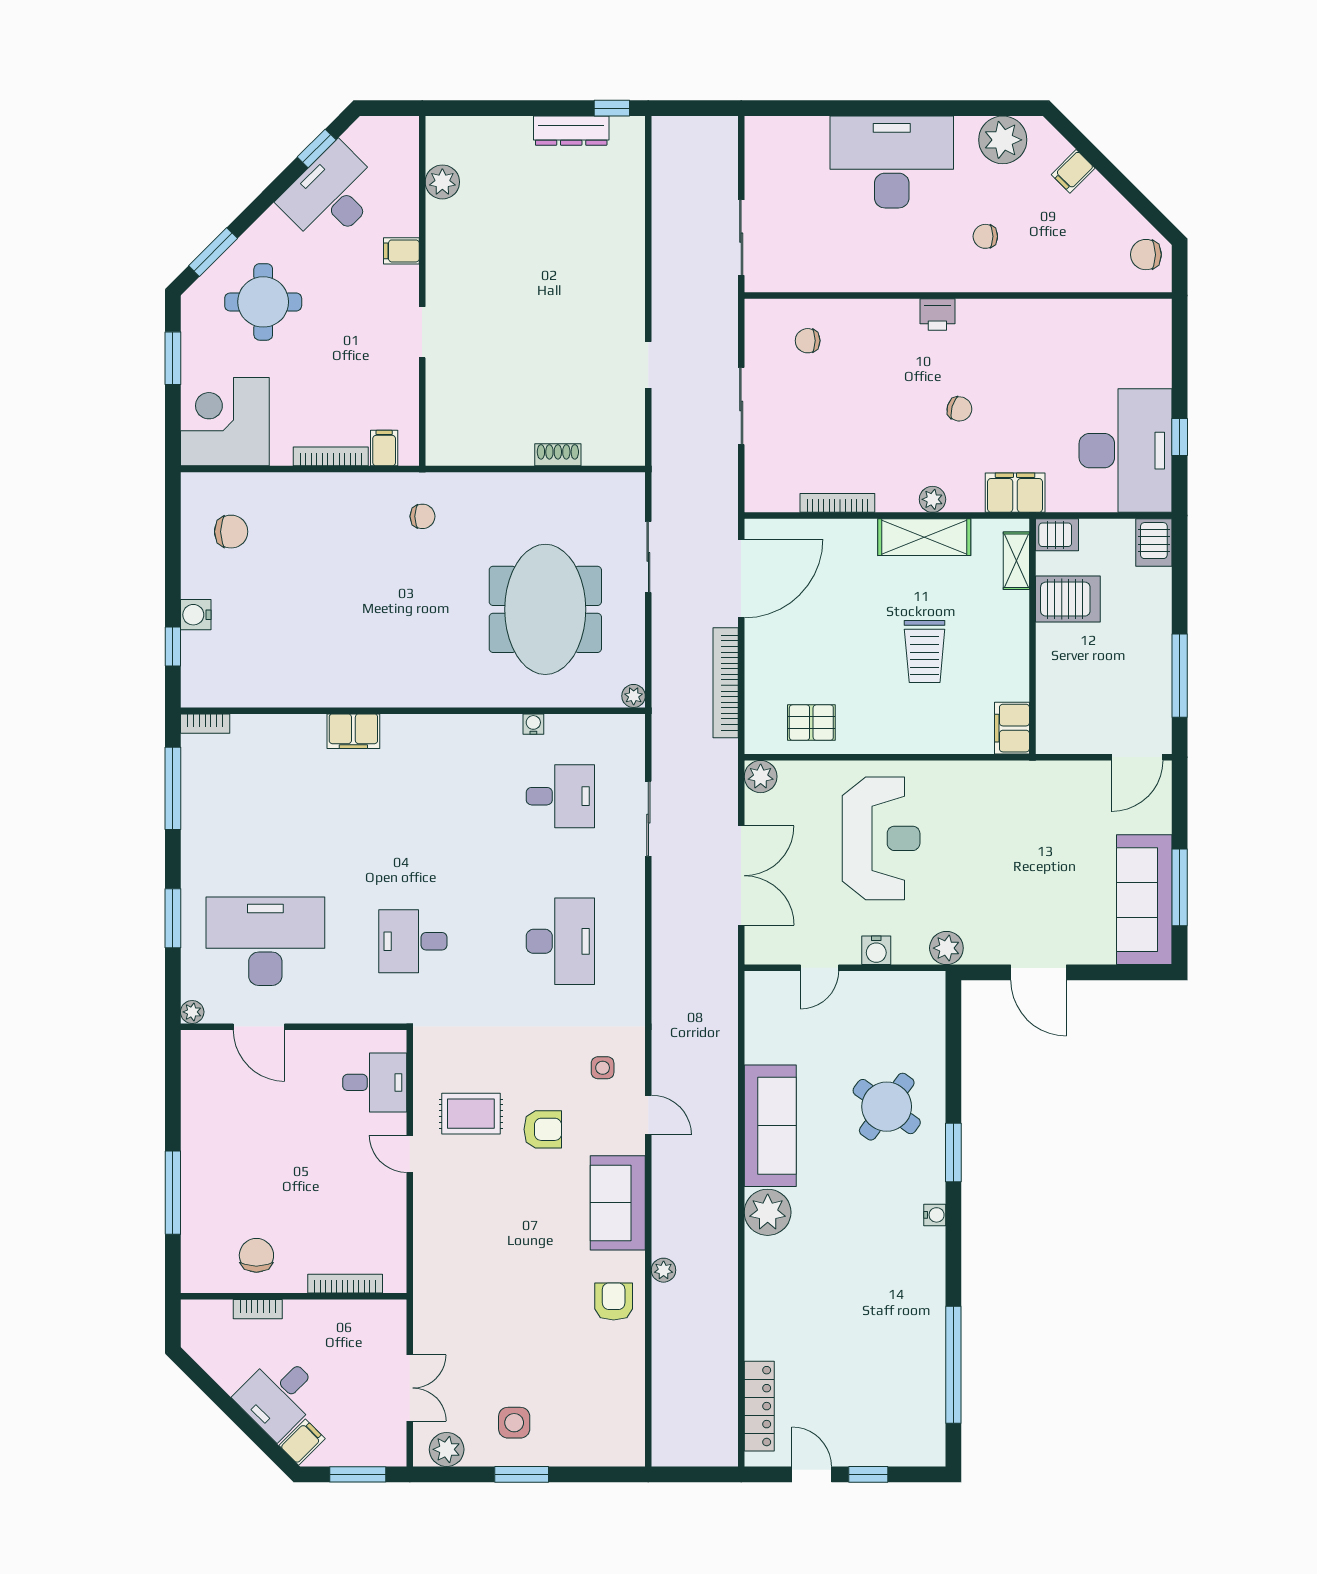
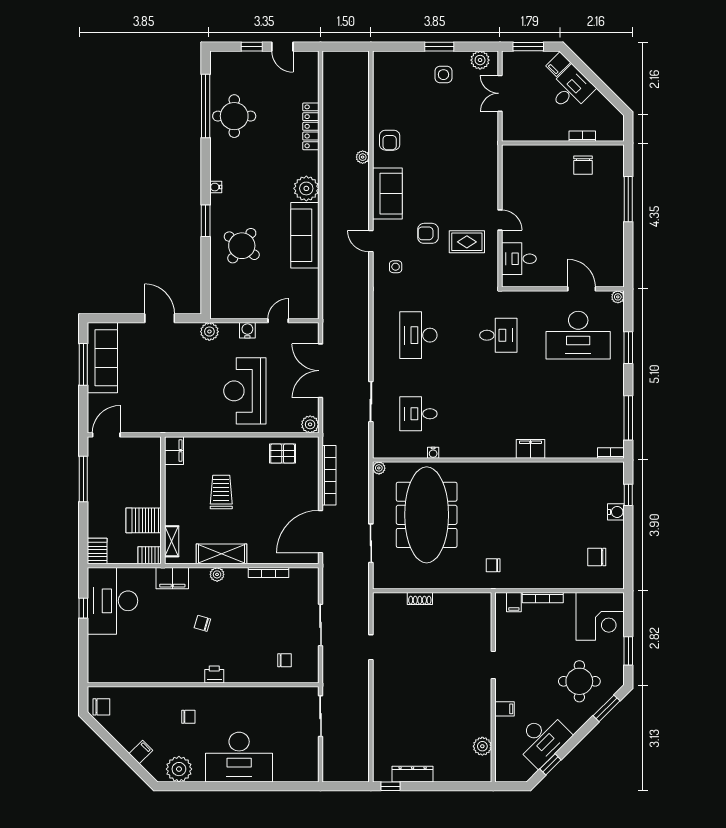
meeting table: (545, 609) -> (427, 515), width x1.36
bookcase: (345, 1284) -> (535, 150), removed
round table: (901, 1346) -> (234, 116), added
locker: (759, 1406) -> (311, 126), moved

